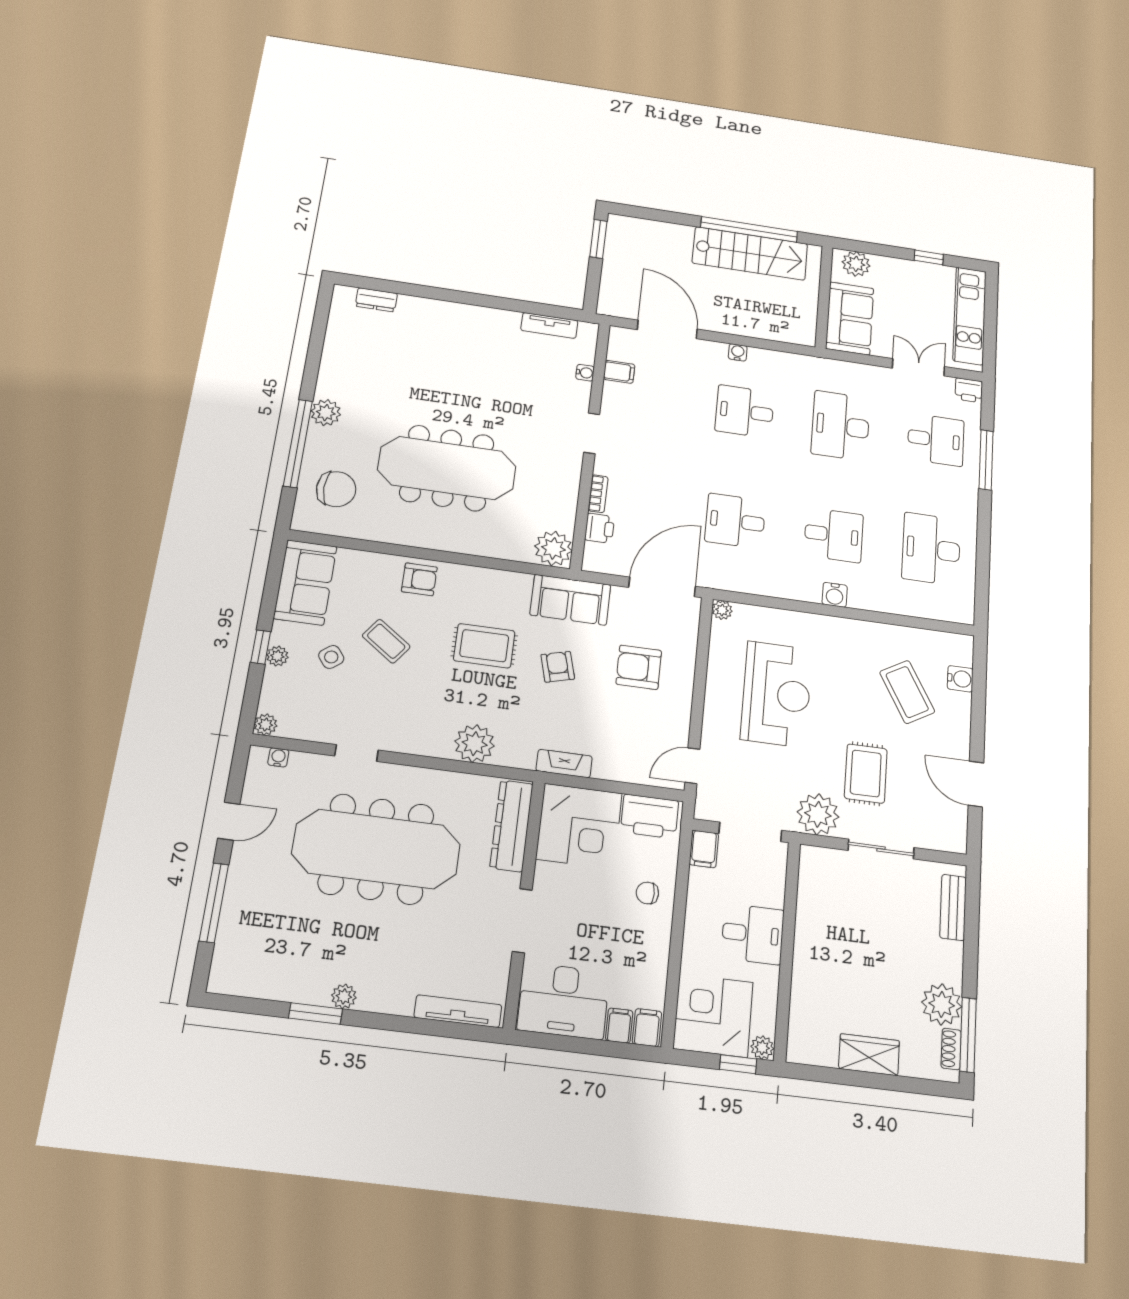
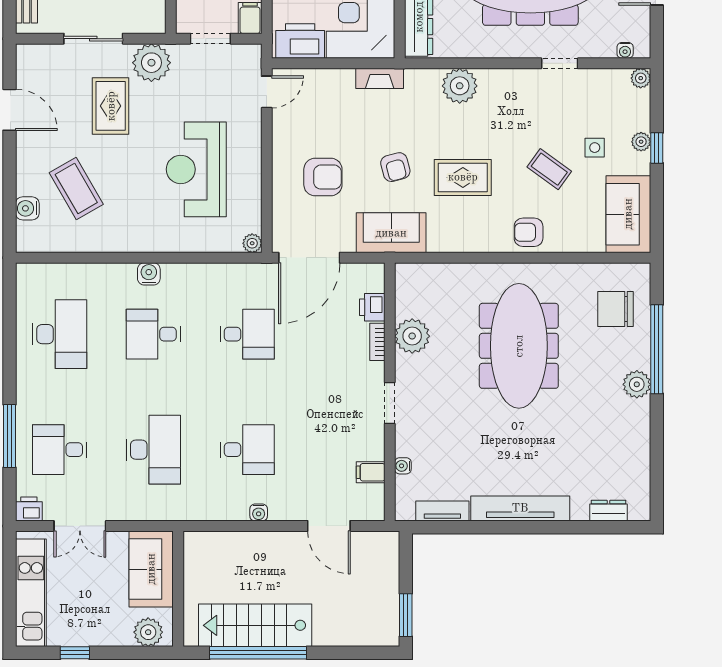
tv unit: (468, 316) -> (520, 508), added
door: (667, 329) -> (329, 526), width x0.73
meeting table: (447, 468) -> (519, 346), turned 90
plant: (553, 548) -> (412, 336), moved
side table: (331, 657) -> (595, 148), turned 37
doorway: (750, 832) -> (210, 39), width x0.73

